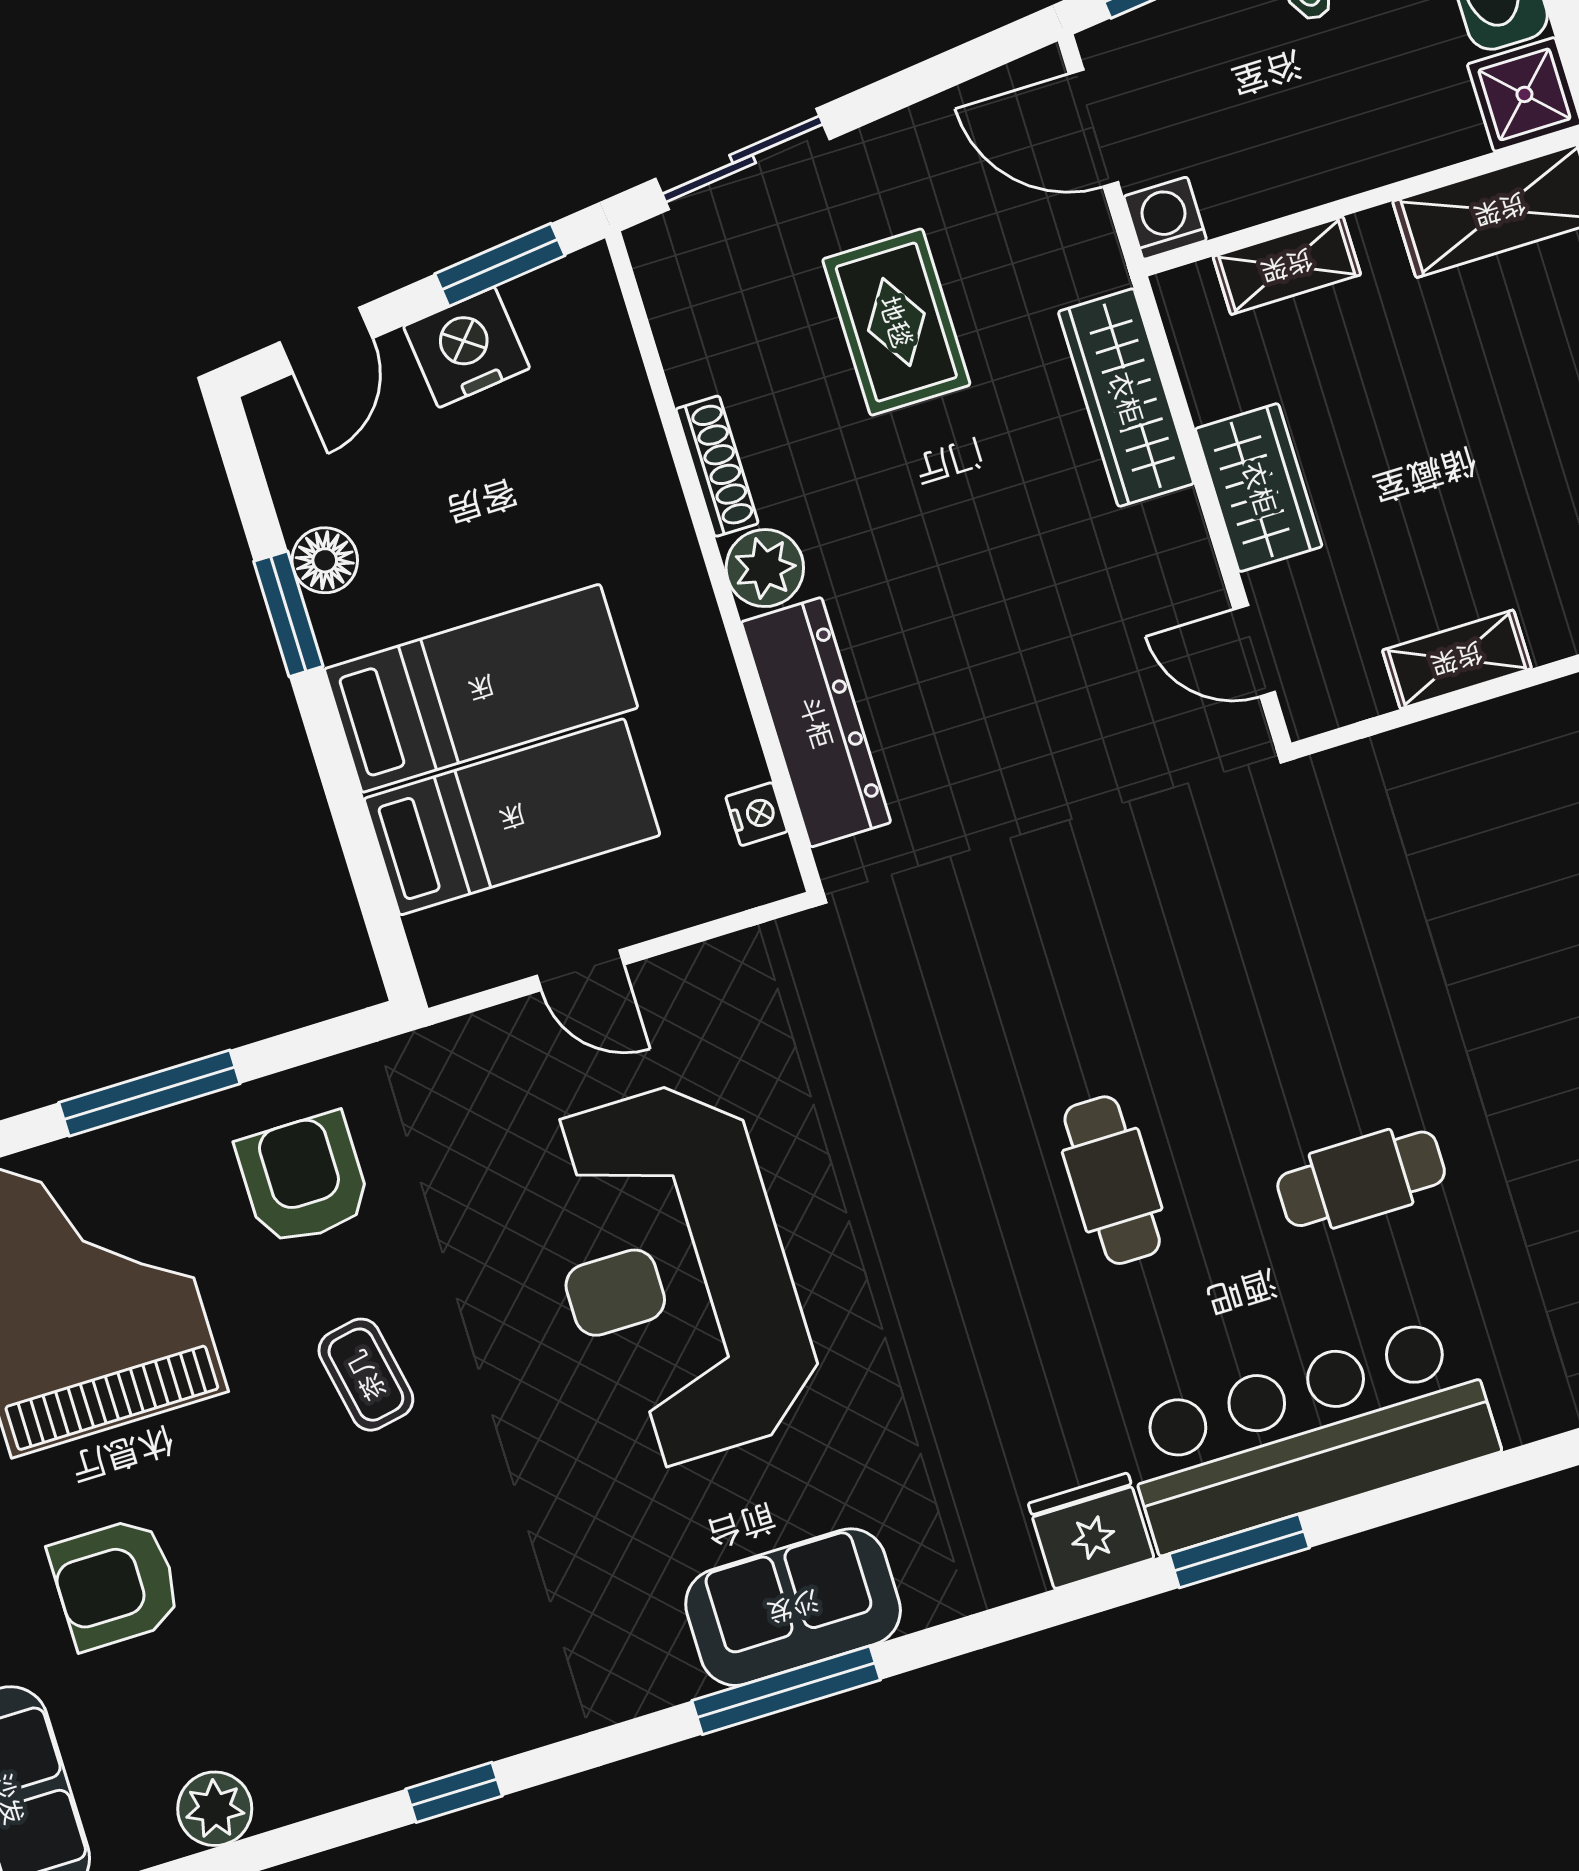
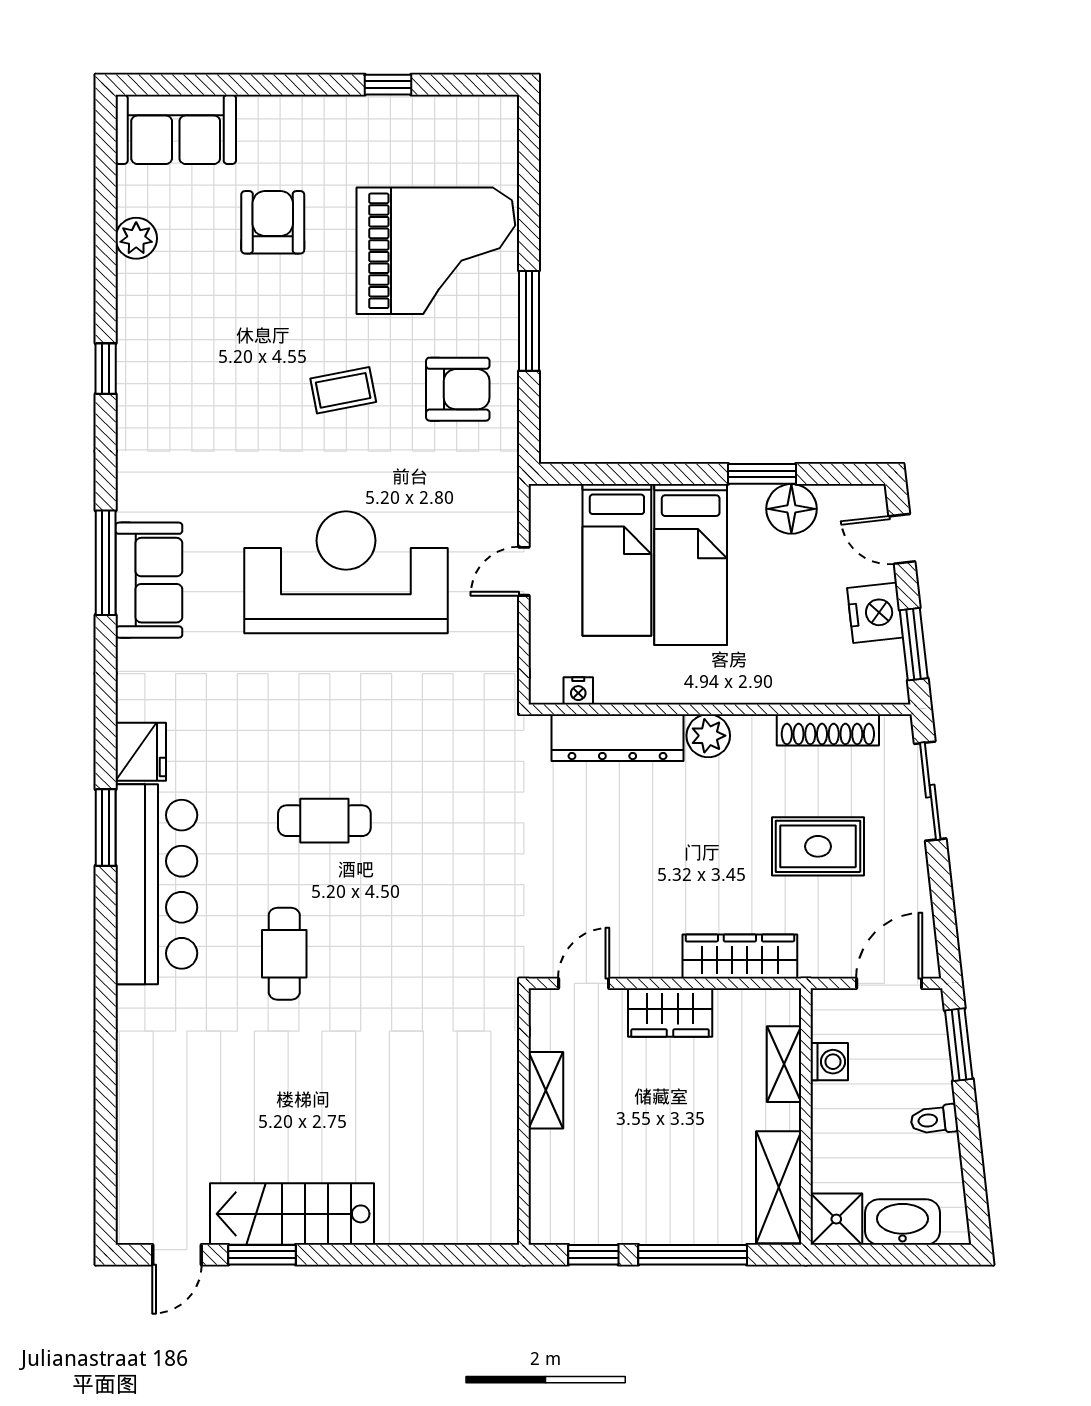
washing machine: (1165, 218) -> (829, 1062), moved
shoe rack: (717, 466) -> (828, 730), moved, width x1.36, depth x1.24
floor lamp: (325, 560) -> (791, 509), width x1.38, depth x1.38

